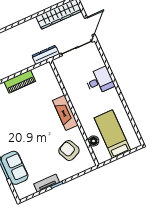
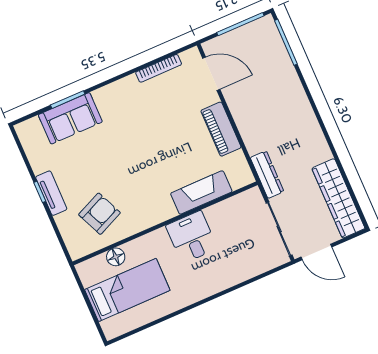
desk: (100, 81) -> (192, 237), moved, turned 180
fireplace: (65, 113) -> (201, 192), moved
tv unit: (47, 183) -> (51, 193), moved

